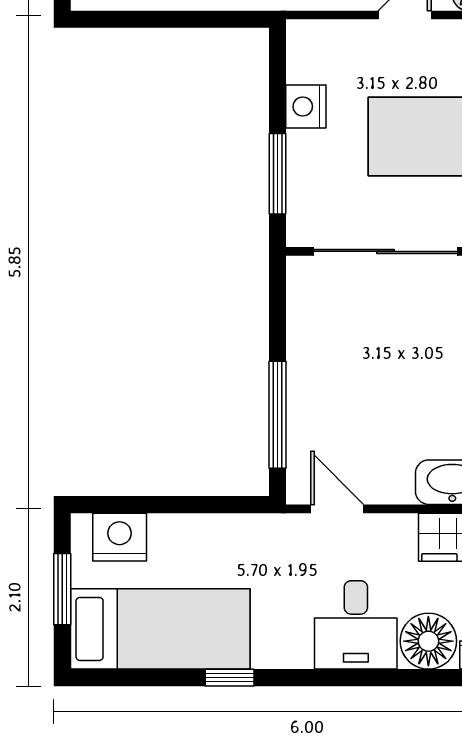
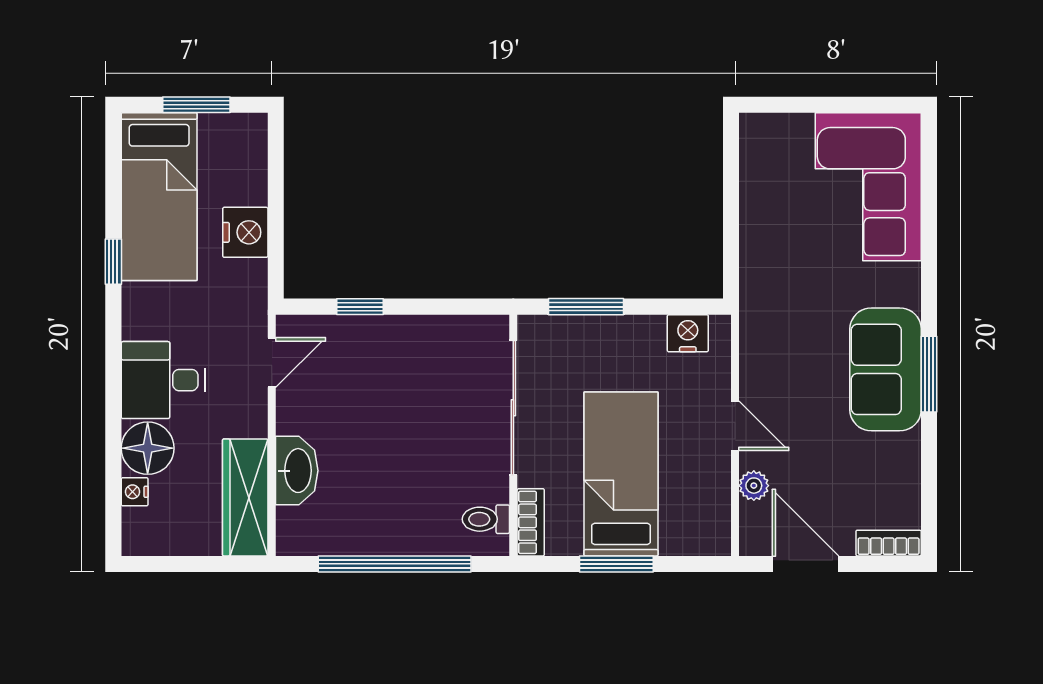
nightstand: (306, 107) -> (688, 333), moved
window: (278, 415) -> (360, 307), width x0.46
nightstand: (120, 537) -> (245, 232), moved

